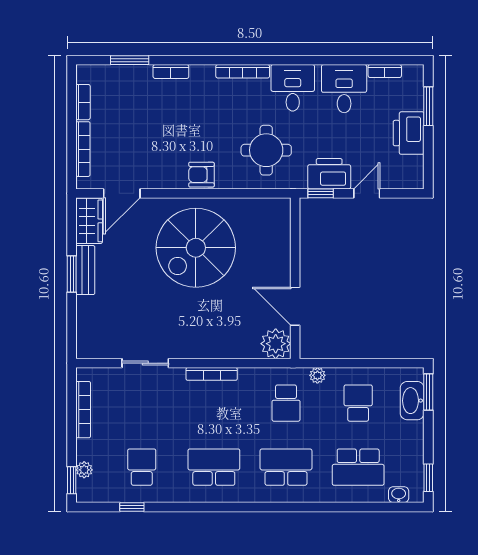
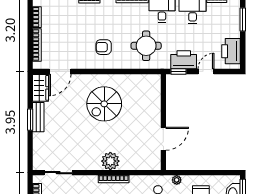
printer: (409, 133) -> (231, 51), moved
armchair: (201, 175) -> (104, 47), moved
spiral stairs: (196, 248) -> (104, 104), width x0.73, depth x0.73
door: (295, 306) -> (163, 139), swing flipped
plant: (276, 344) -> (110, 161), moved
sliding door: (145, 363) -> (58, 173), moved

